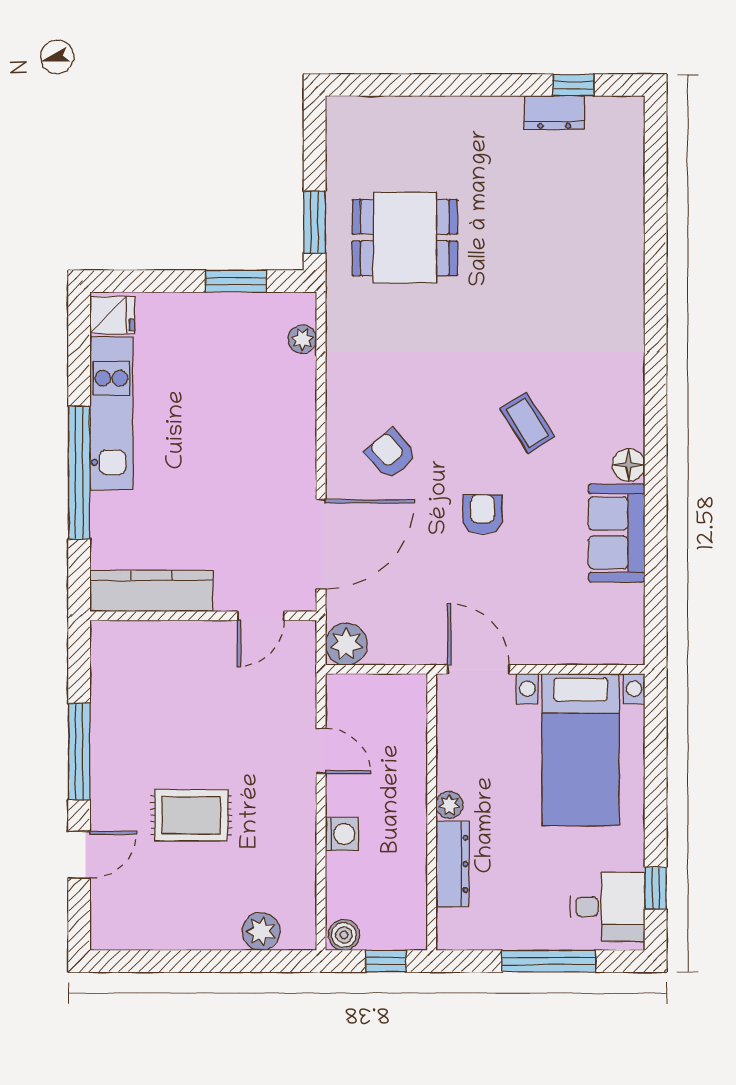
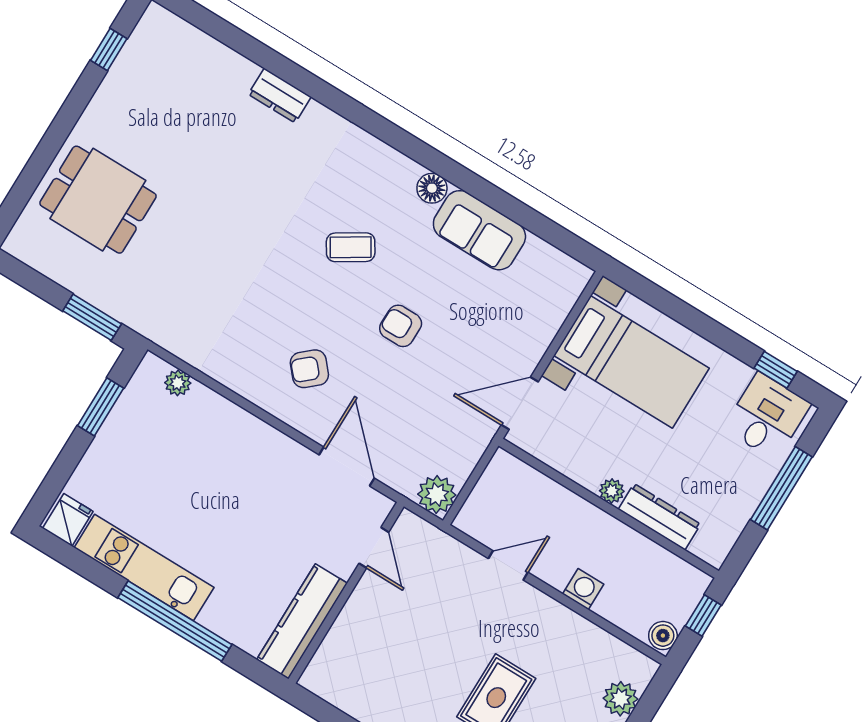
dresser: (554, 113) -> (280, 96), moved, turned 90
dining table: (405, 238) -> (98, 200), moved, turned 90
door: (321, 544) -> (347, 467), width x0.73

